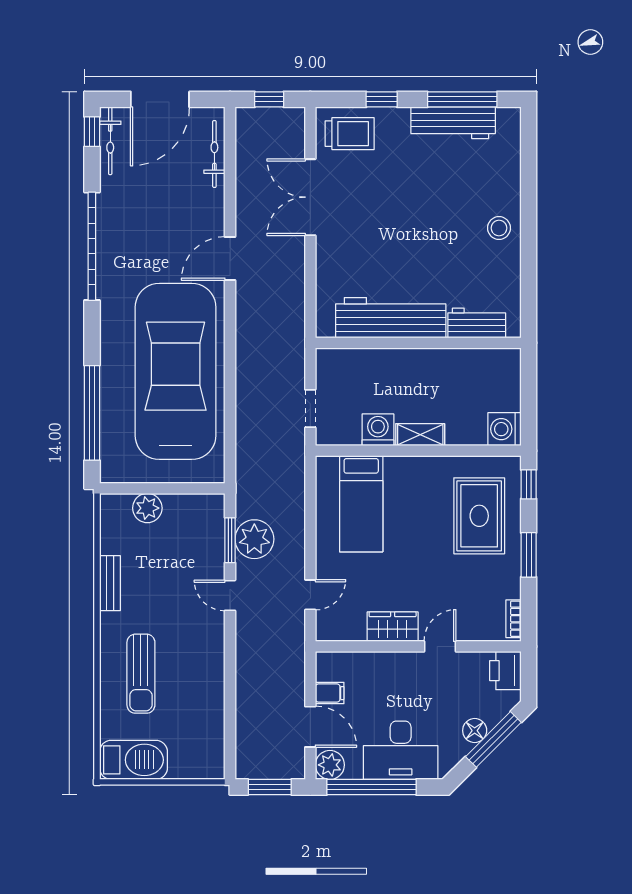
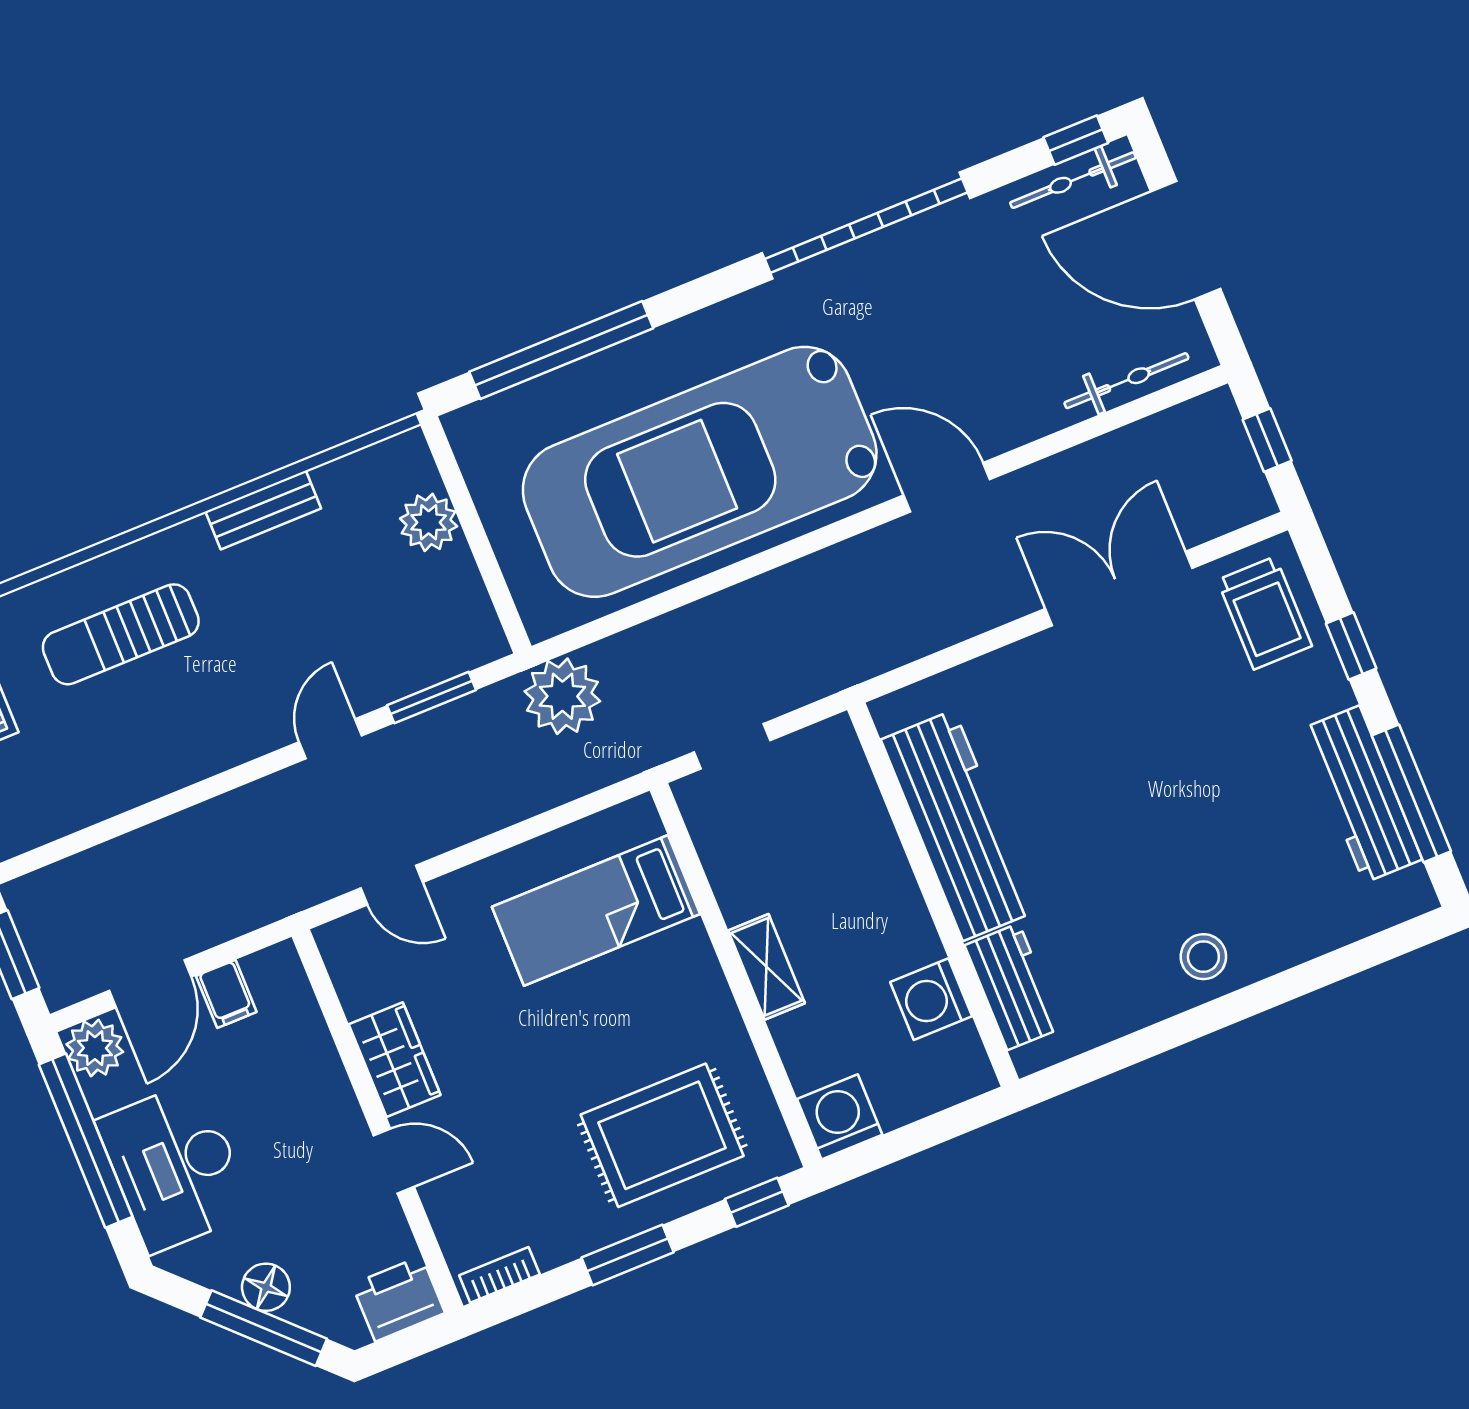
car: (176, 371) -> (700, 472), turned 180
washing machine: (378, 430) -> (931, 999), moved, turned 180
plant: (254, 539) -> (562, 696), moved

